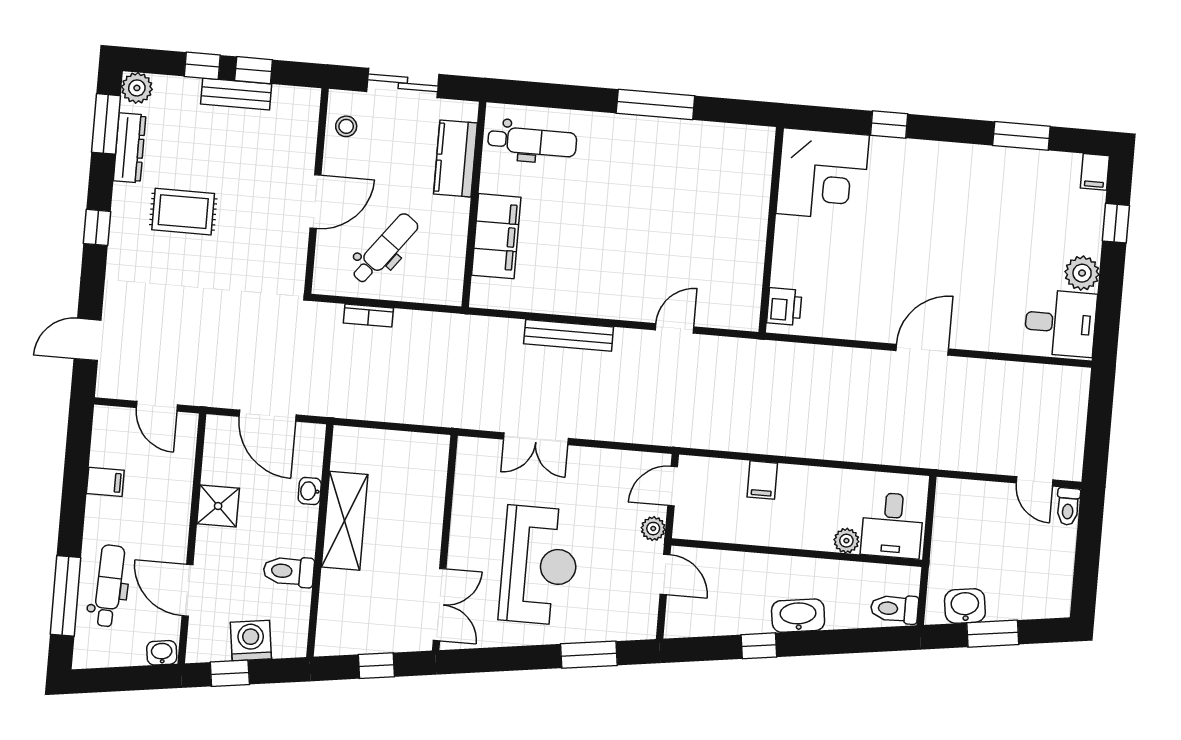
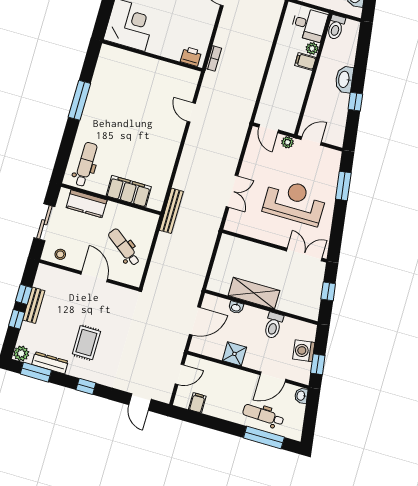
bookcase: (368, 316) -> (214, 58), moved
bench: (569, 335) -> (171, 211), moved
filing cabinet: (762, 480) -> (305, 61), moved, turned 180
filing cabinet: (105, 482) -> (197, 403), moved
toilet: (894, 609) -> (336, 27), moved

